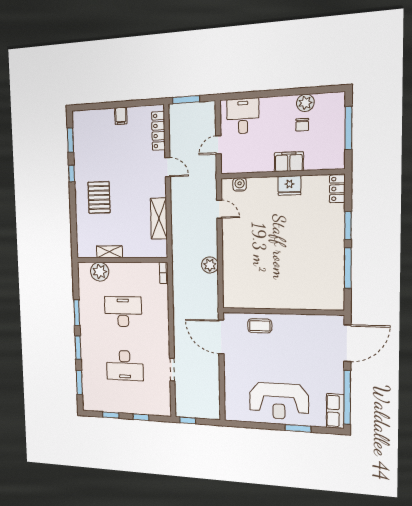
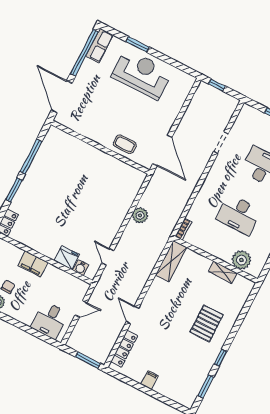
fridge: (289, 185) -> (67, 258), moved
shelving: (159, 218) -> (171, 261), moved
door: (347, 343) -> (62, 97), hinge flipped
window: (188, 420) -> (217, 85), moved

